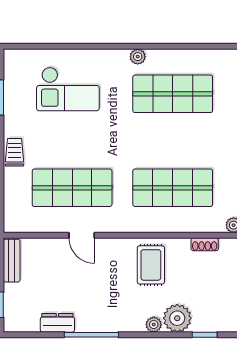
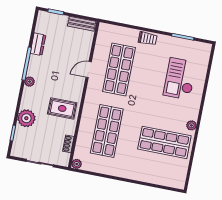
shop shelf: (173, 94) -> (164, 142), turned 90
plant: (154, 325) -> (30, 82), moved

